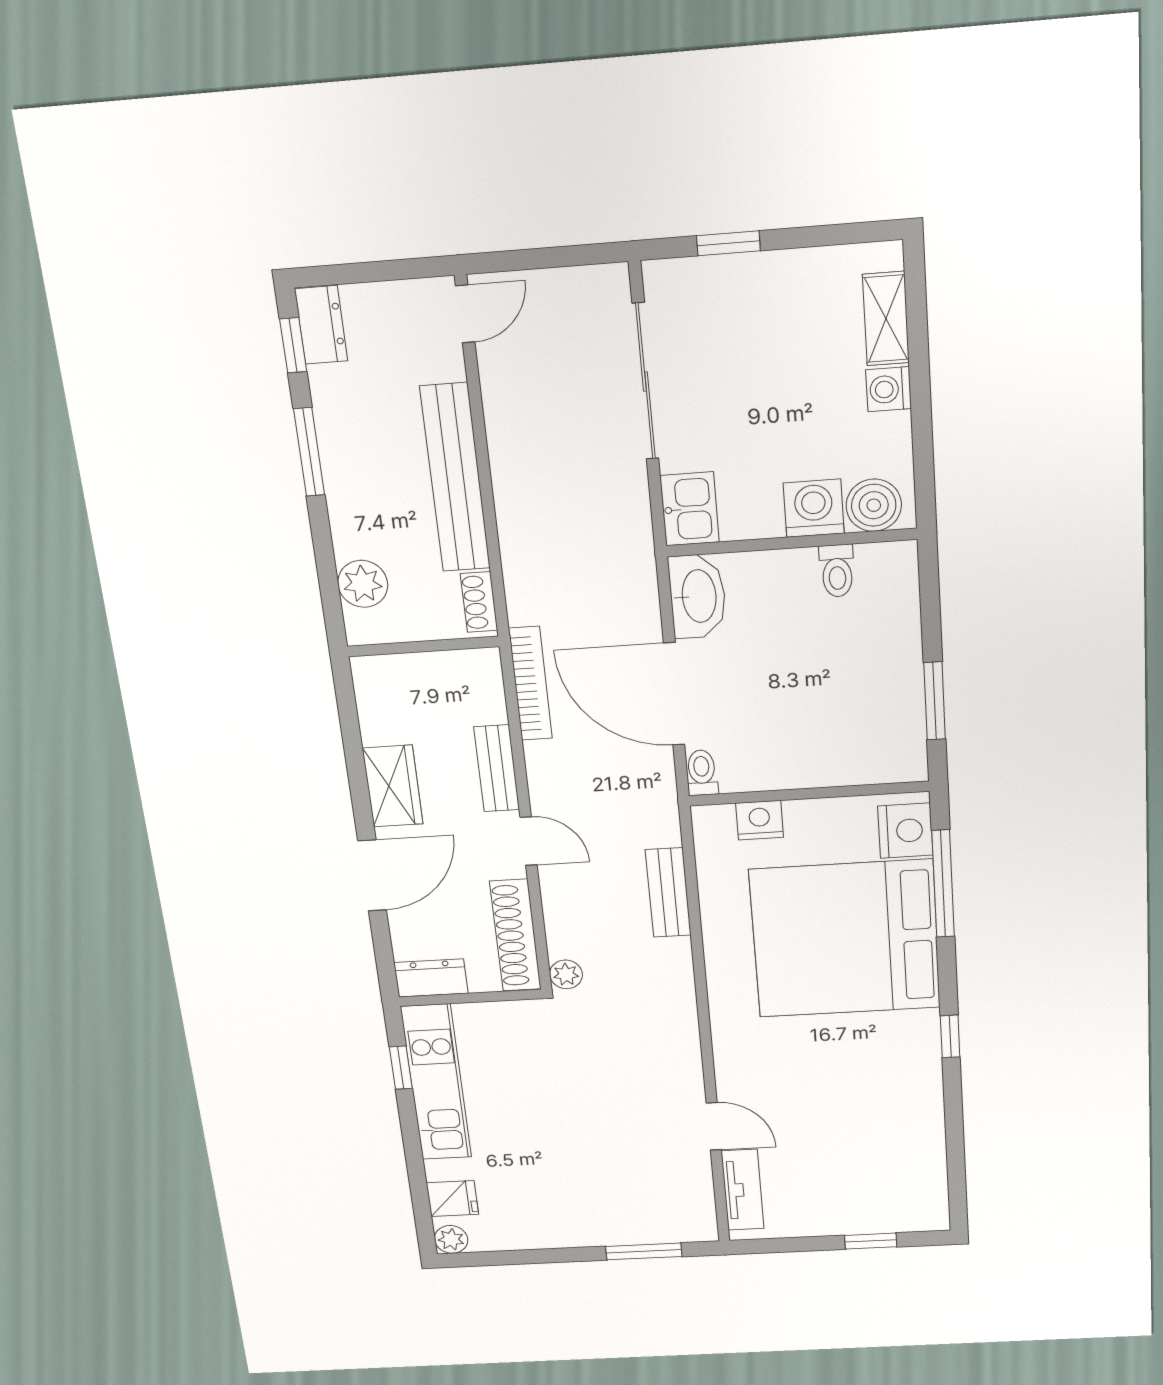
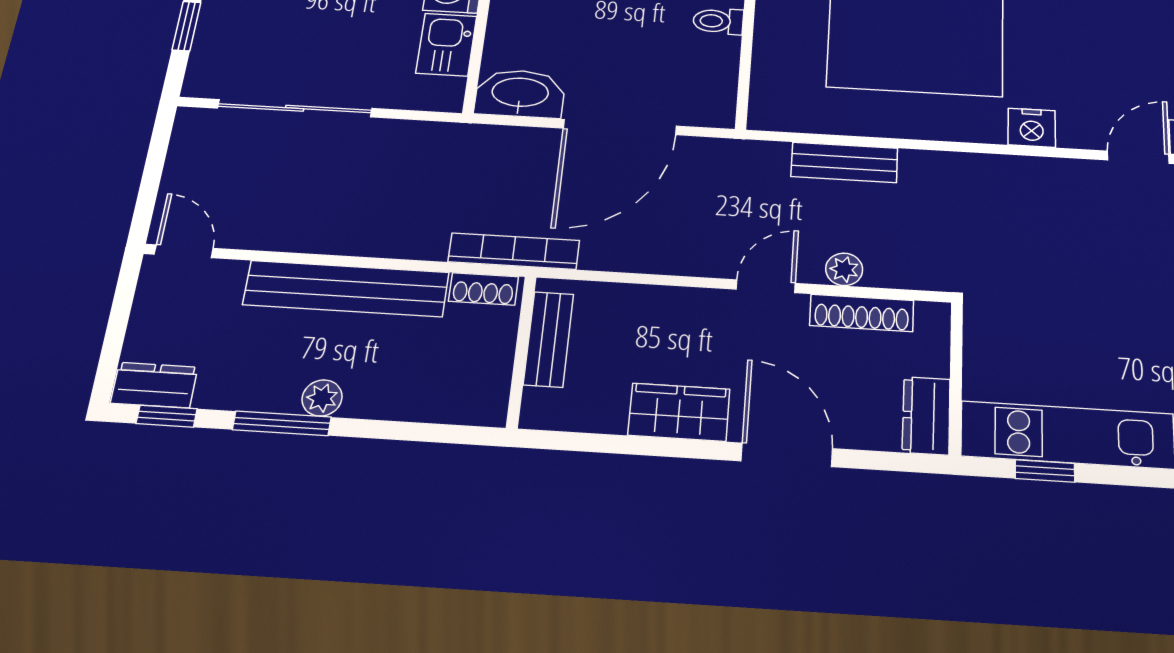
kitchen sink: (690, 509) -> (446, 45), moved, turned -90
plant: (363, 584) -> (322, 398), moved, width x0.73, depth x0.73
bookcase: (530, 684) -> (514, 251), moved
bench: (497, 768) -> (548, 339), moved, turned 90
toilet: (702, 773) -> (718, 21), moved
nightstand: (760, 820) -> (1032, 128), moved, turned -90
shoe rack: (515, 935) -> (862, 313), width x0.74, depth x0.81
plant: (566, 974) -> (844, 269), moved

